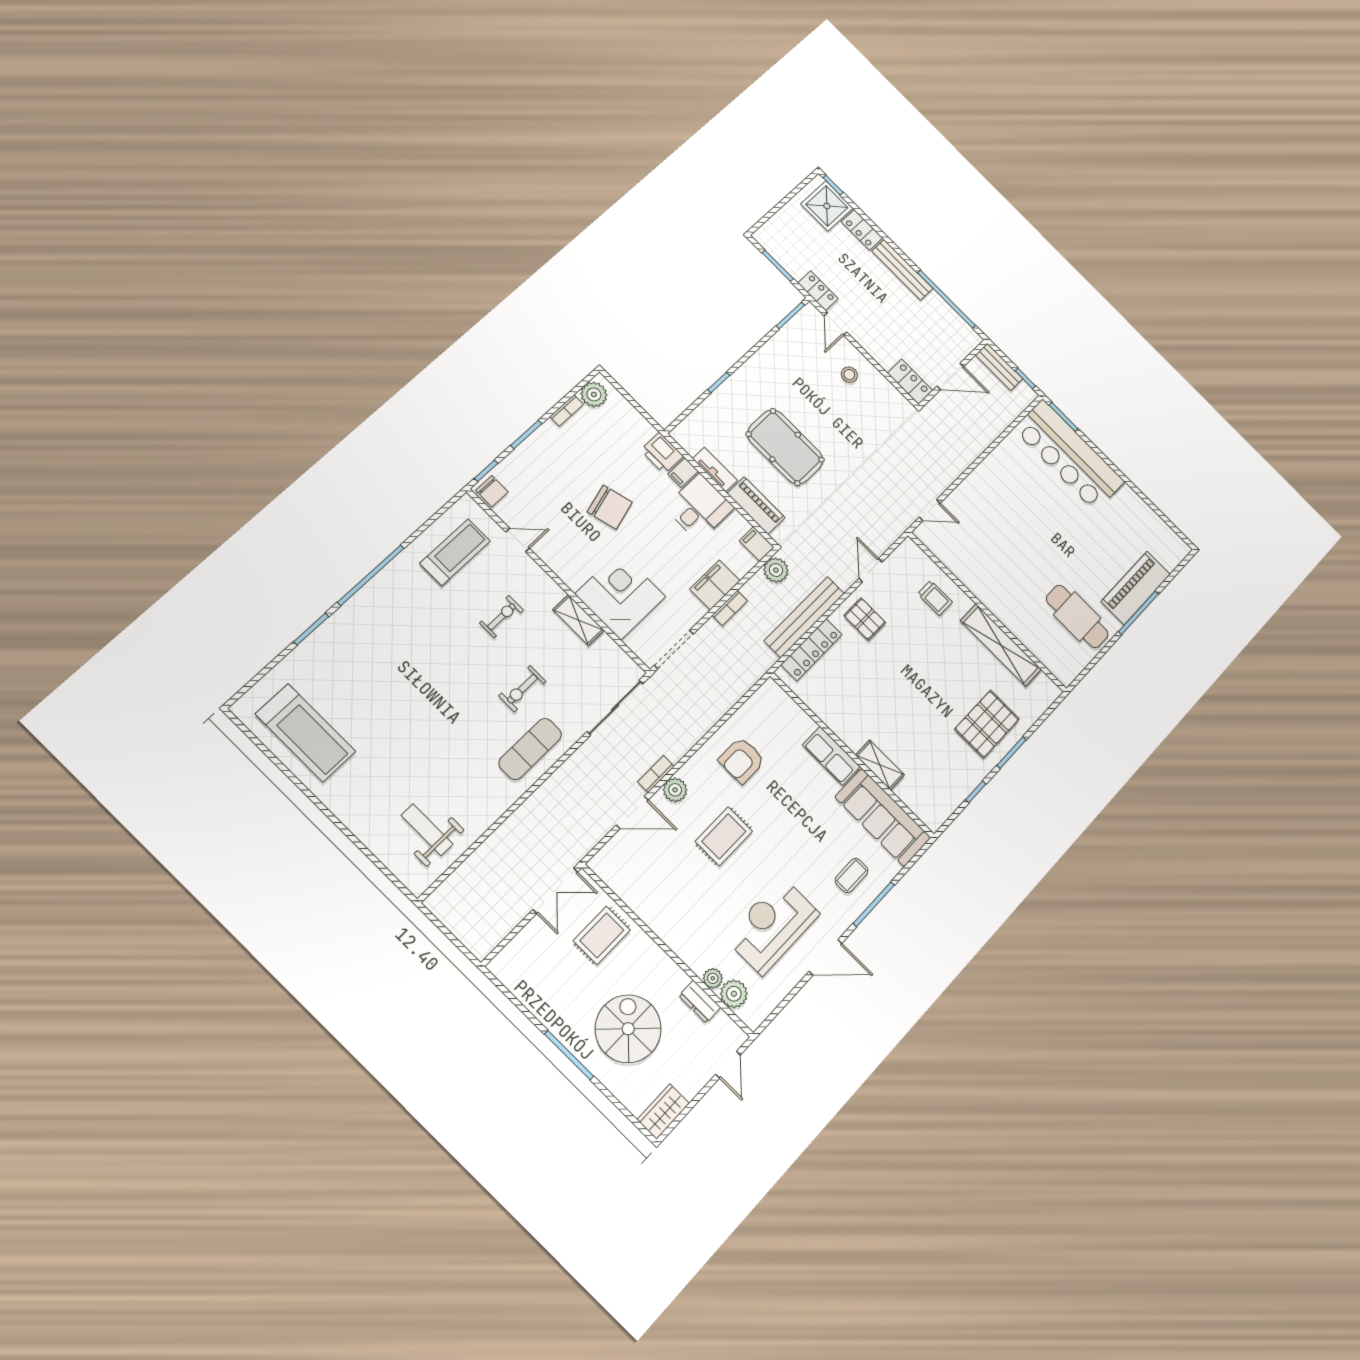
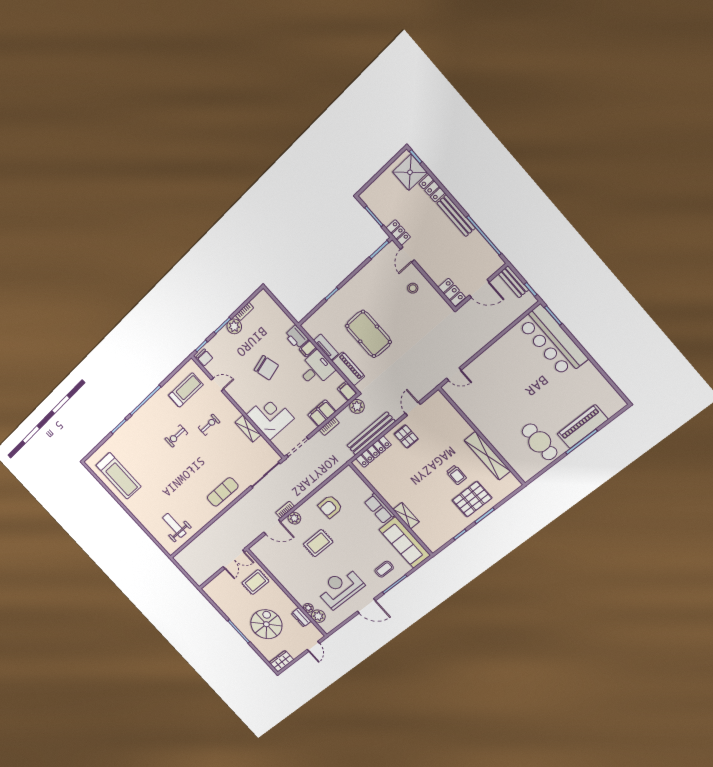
plant: (594, 394) -> (234, 326), moved
trolley: (935, 598) -> (456, 475), moved
exercise bike: (522, 689) -> (176, 436), moved

